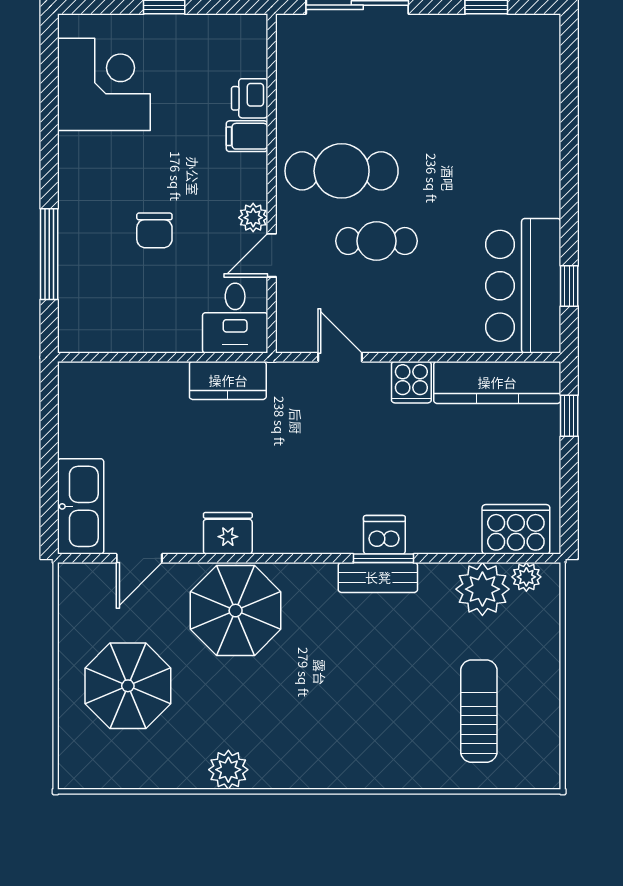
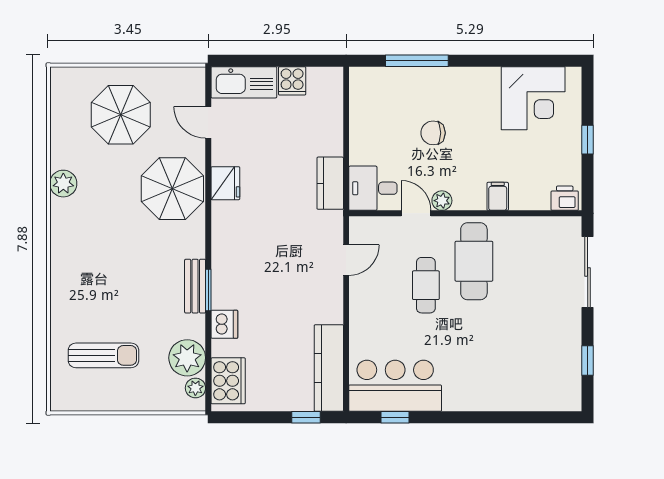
printer: (250, 98) -> (565, 198), moved
cooker: (411, 382) -> (292, 81), moved, turned -90
dishwasher: (384, 535) -> (224, 324), moved

